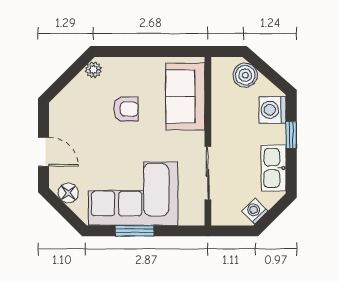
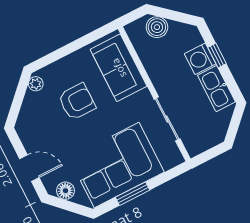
armchair: (126, 109) -> (77, 102), width x1.38, depth x1.38
washing machine: (272, 110) -> (200, 59), moved
washing machine: (255, 211) -> (219, 130), removed

